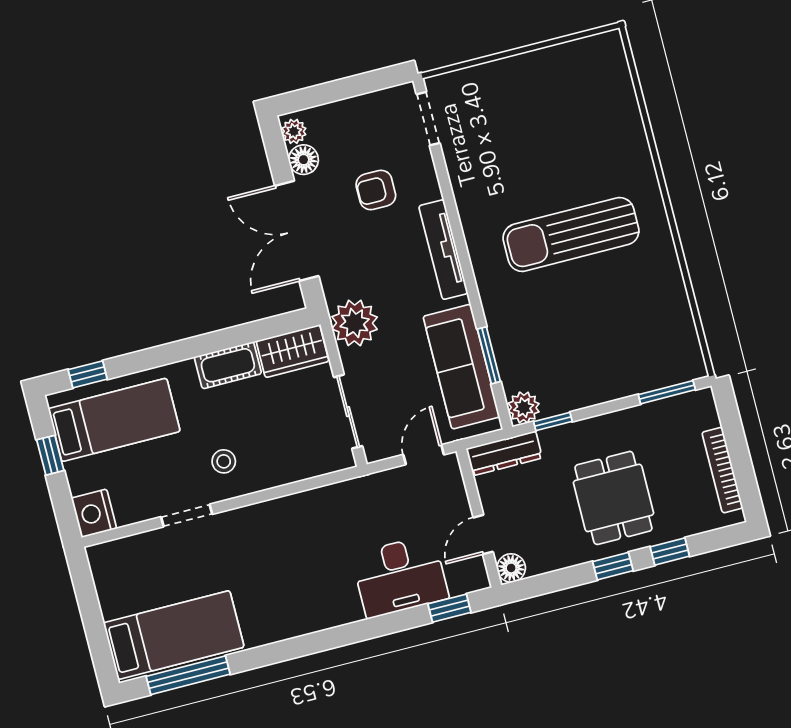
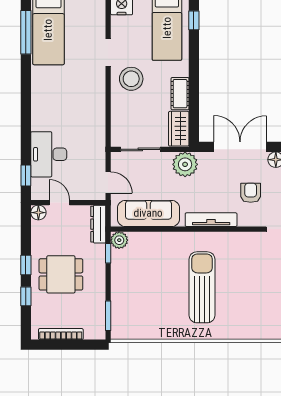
window: (489, 355) -> (151, 229), removed
stool: (224, 461) -> (131, 79), width x1.89, depth x1.89

